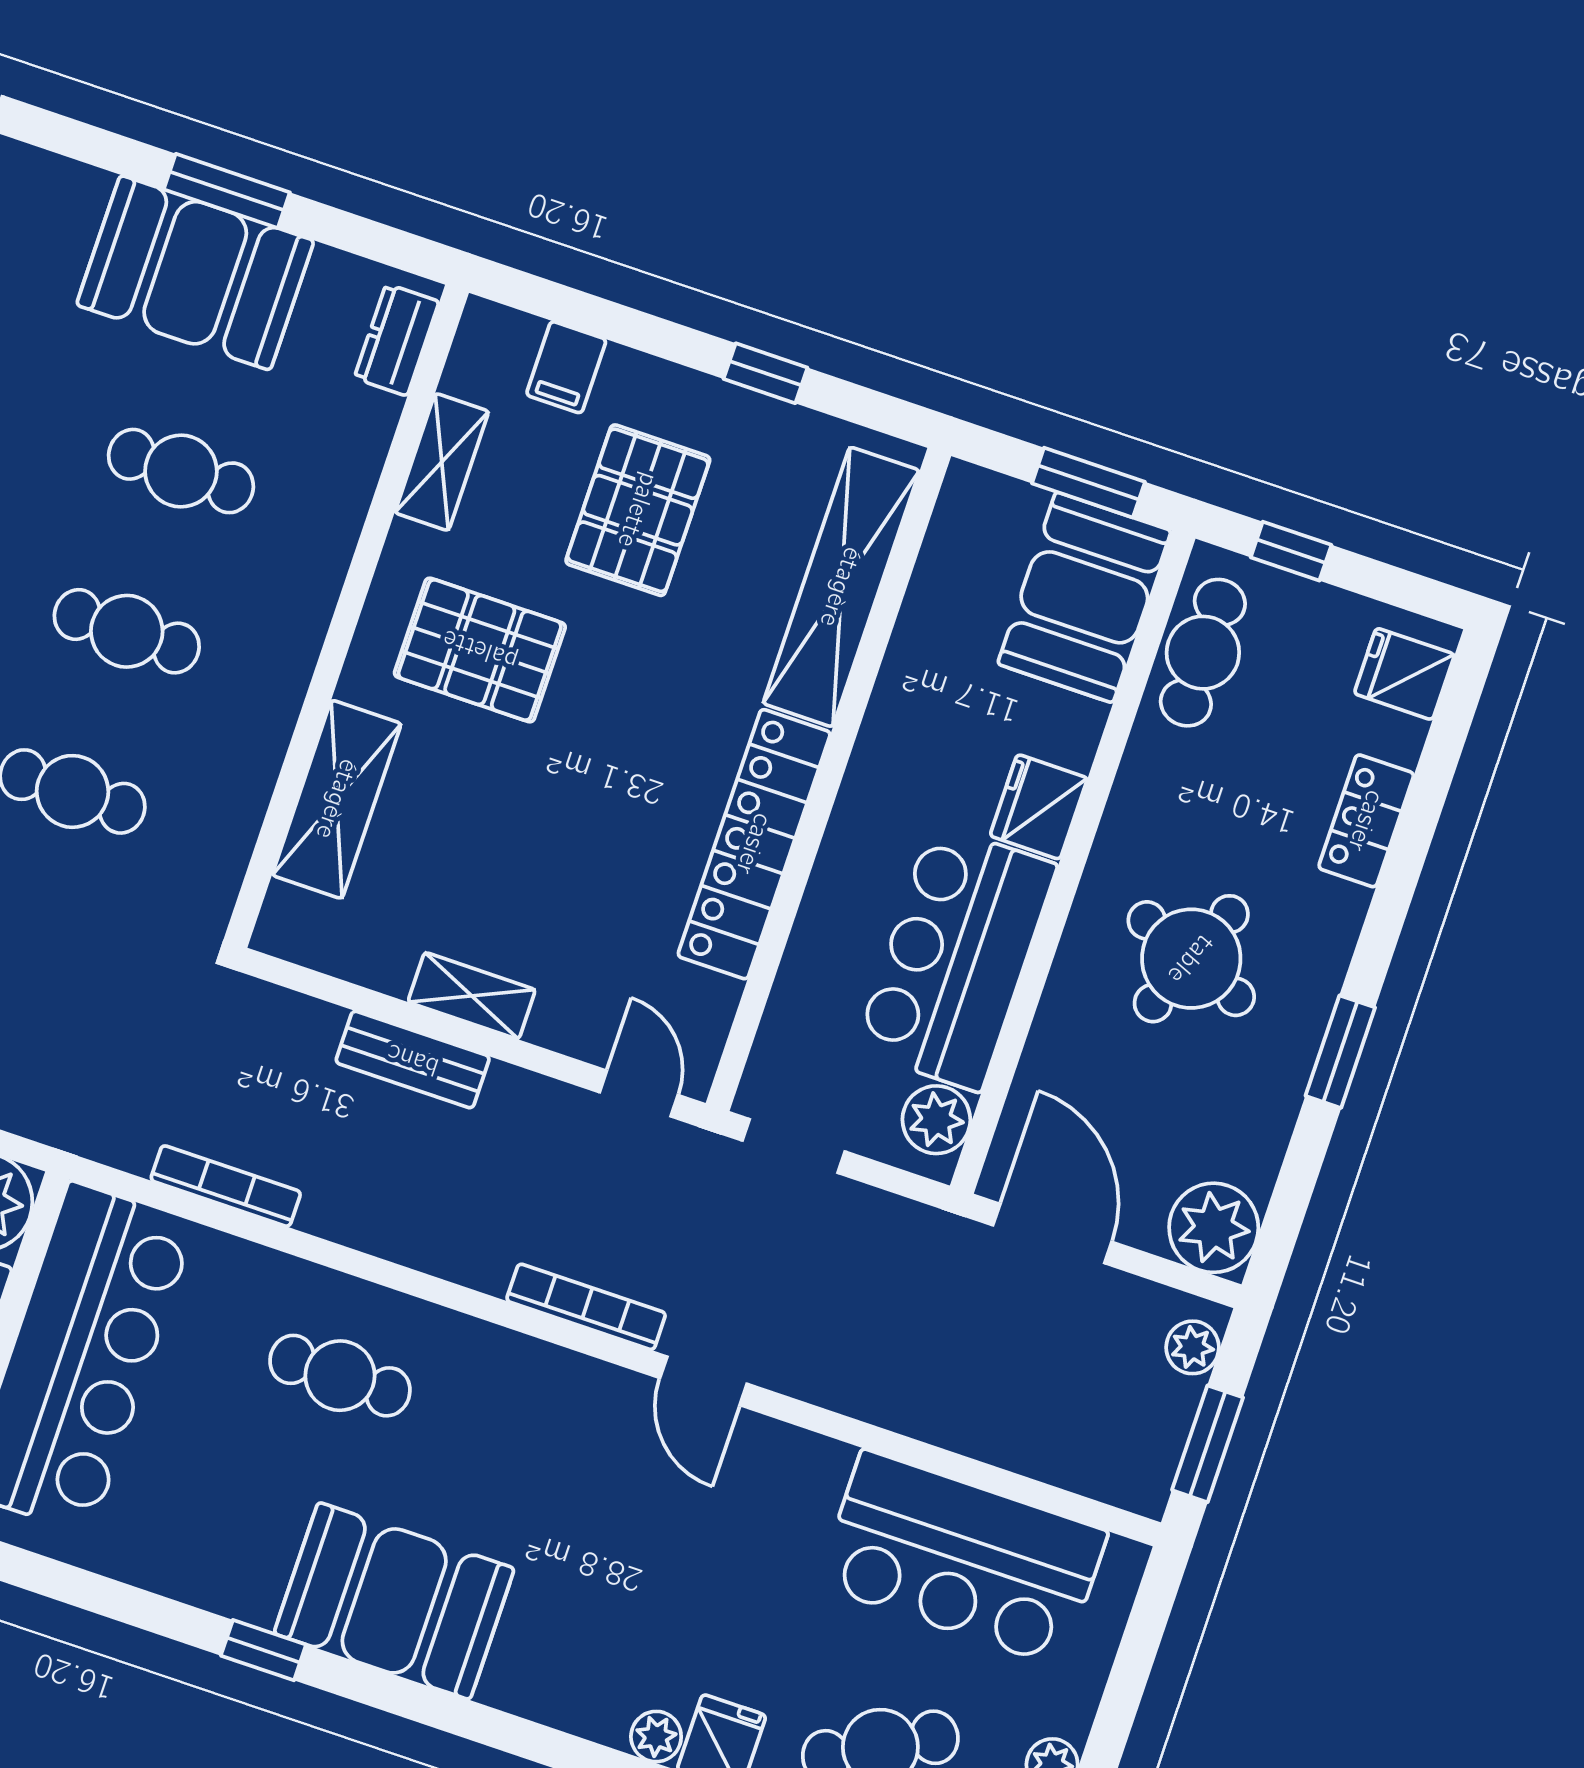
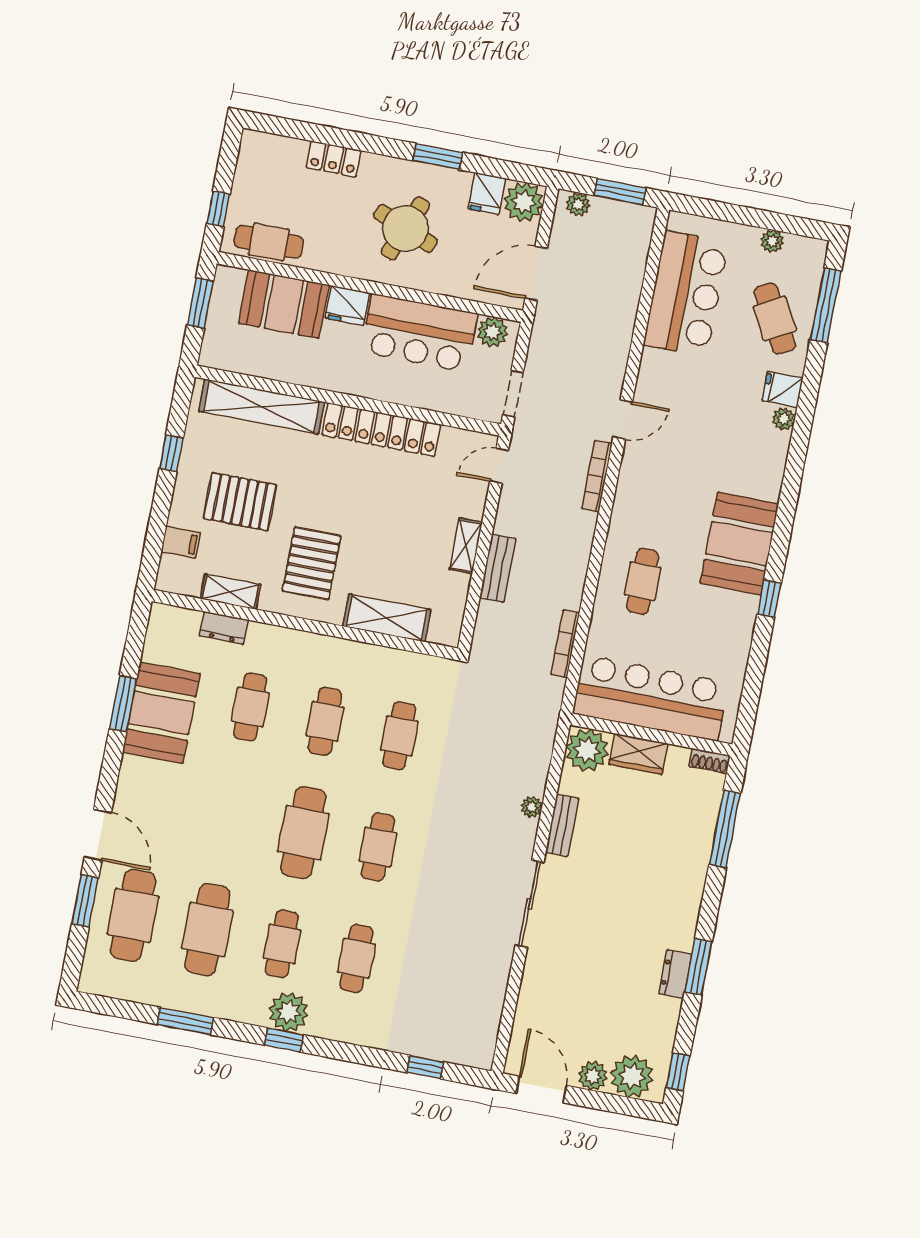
dresser: (397, 340) -> (224, 628), moved
booth: (1084, 597) -> (284, 304), moved
fridge: (1404, 674) -> (487, 194), moved

